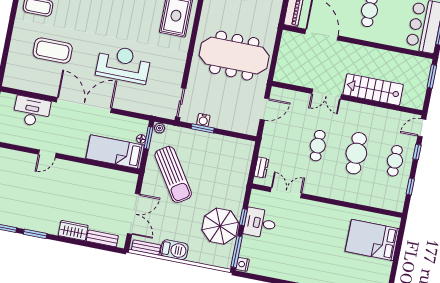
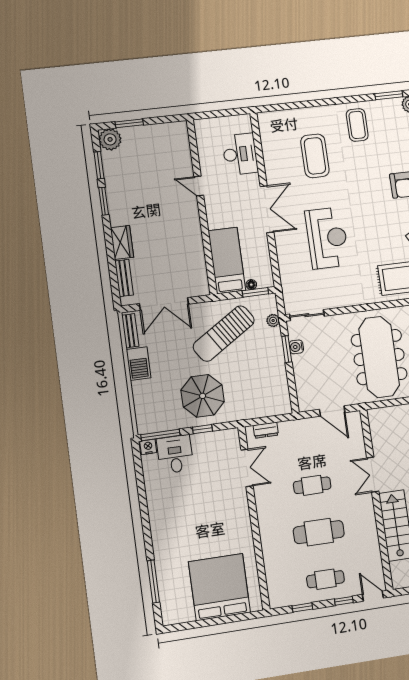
double door: (84, 105) -> (267, 209), width x0.73
plant: (160, 128) -> (273, 320), moved
desk: (260, 223) -> (175, 454), moved
parasol: (220, 226) -> (203, 396), moved
bed: (372, 240) -> (219, 587), width x1.36

